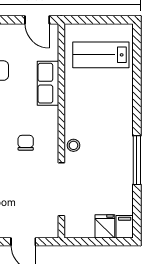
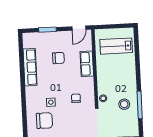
door: (37, 20) -> (79, 28), hinge flipped
stool: (110, 158) -> (124, 104), added

